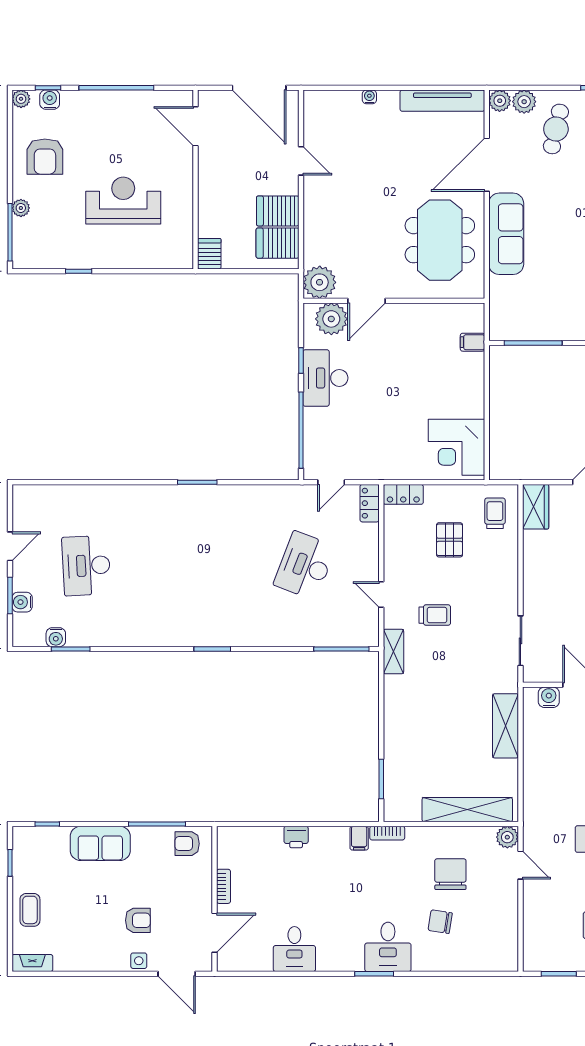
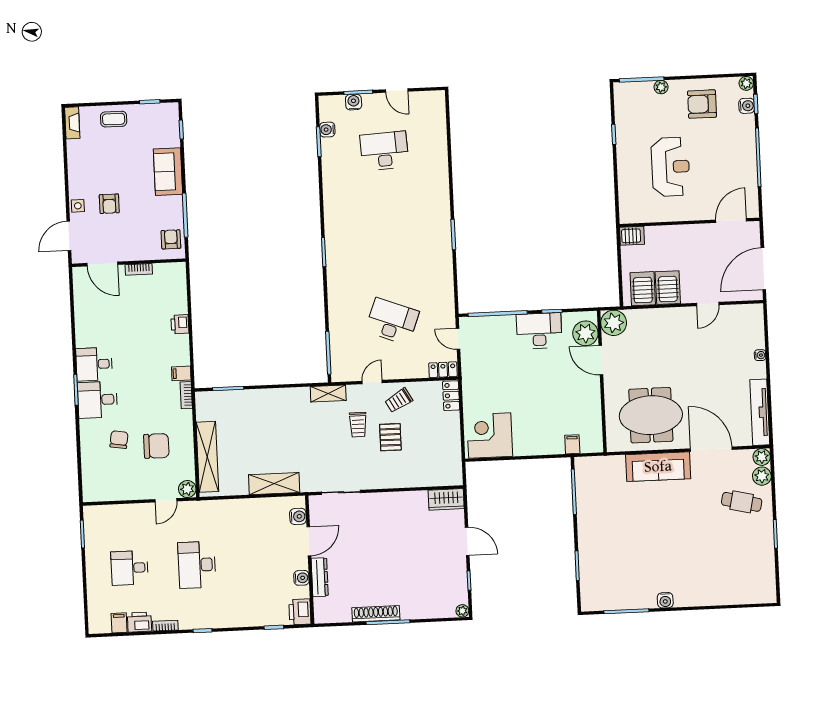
trolley: (495, 513) -> (399, 400), moved, turned 150
pallet: (450, 540) -> (390, 437), moved, turned 90
desk: (294, 949) -> (94, 364), moved

